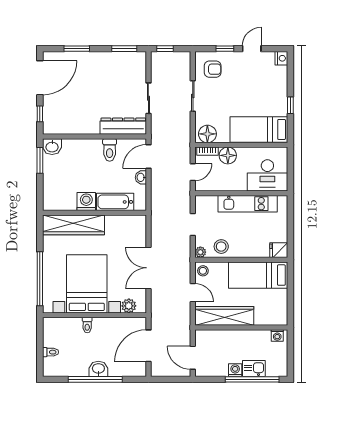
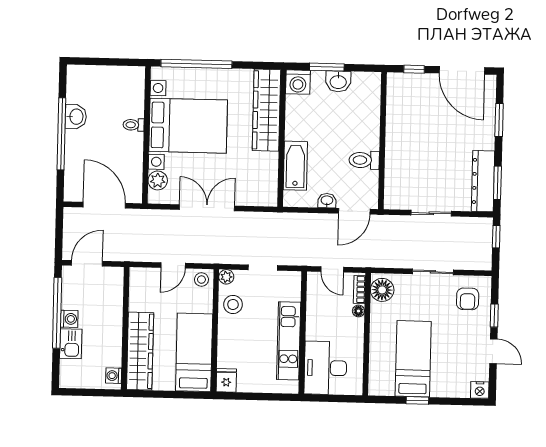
dresser: (123, 126) -> (483, 181), moved, turned 180
bed: (259, 129) -> (413, 359), moved
washbasin: (52, 147) -> (338, 81), moved, turned -90
floor lamp: (228, 155) -> (358, 311), width x0.53, depth x0.53
door: (148, 156) -> (354, 211), swing flipped
window: (40, 160) -> (327, 67), moved
washing machine: (86, 201) -> (298, 82), moved, turned 90
wardrobe: (224, 316) -> (140, 351), moved
toilet: (51, 352) -> (99, 76), removed
washbasin: (98, 369) -> (76, 117), moved
window: (252, 379) -> (57, 313), moved

